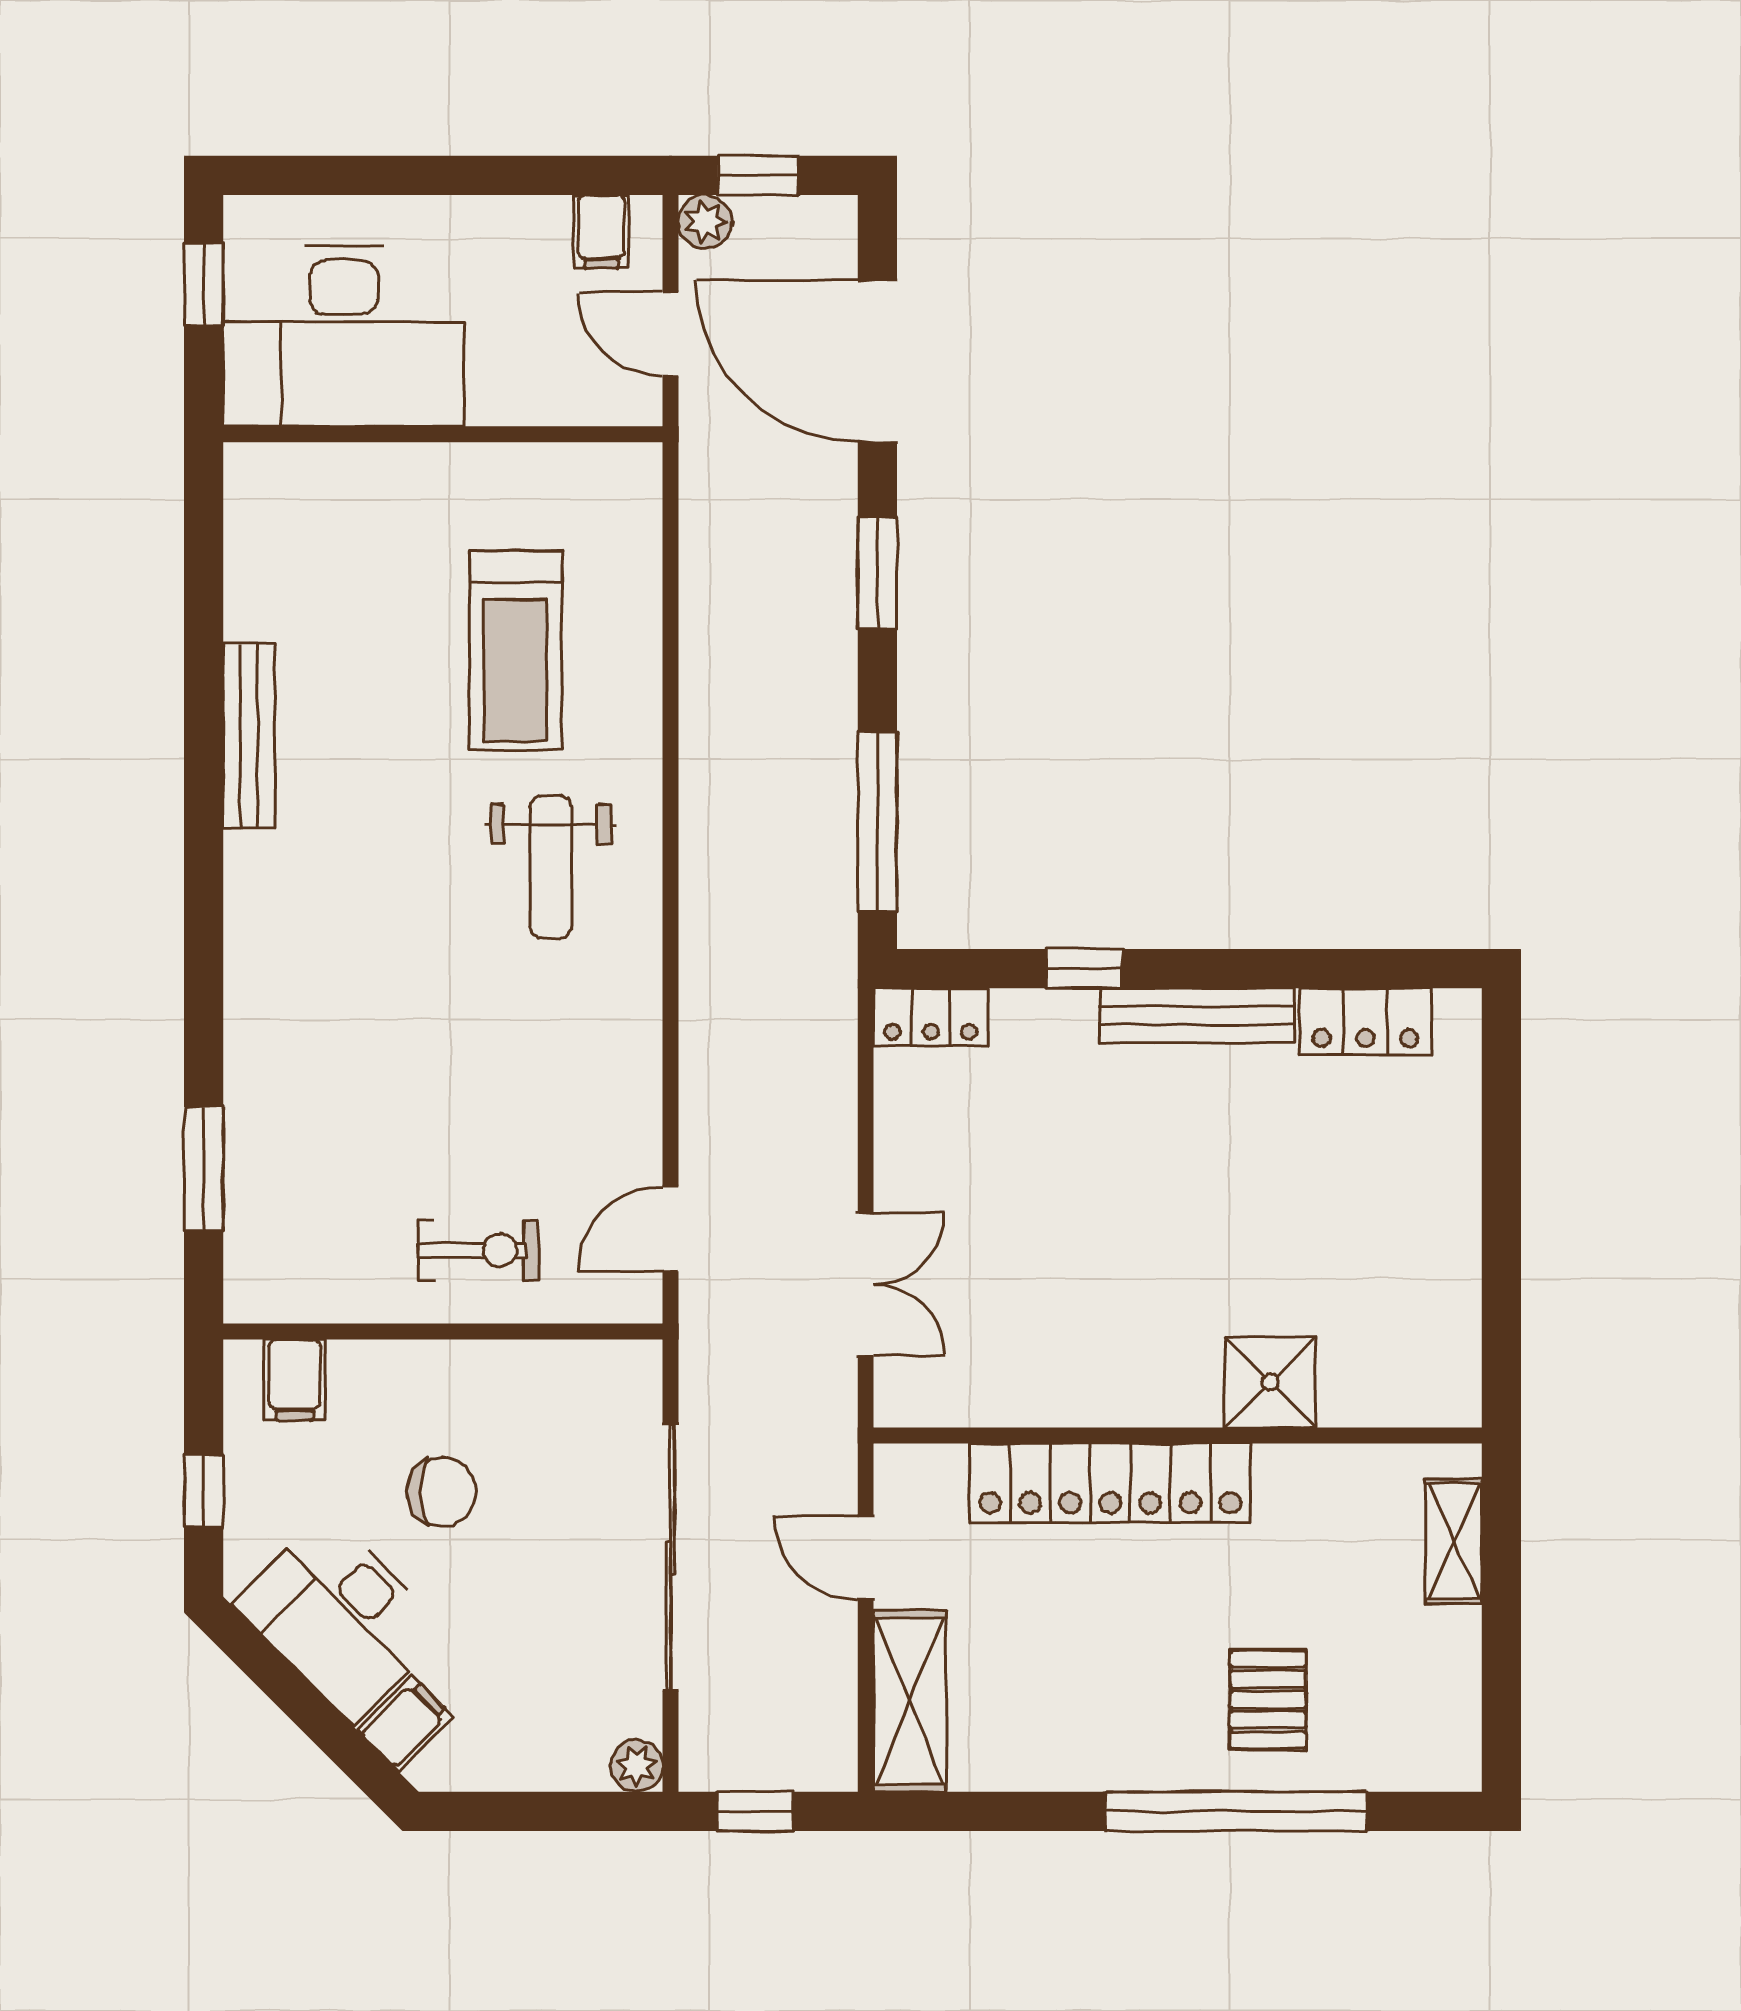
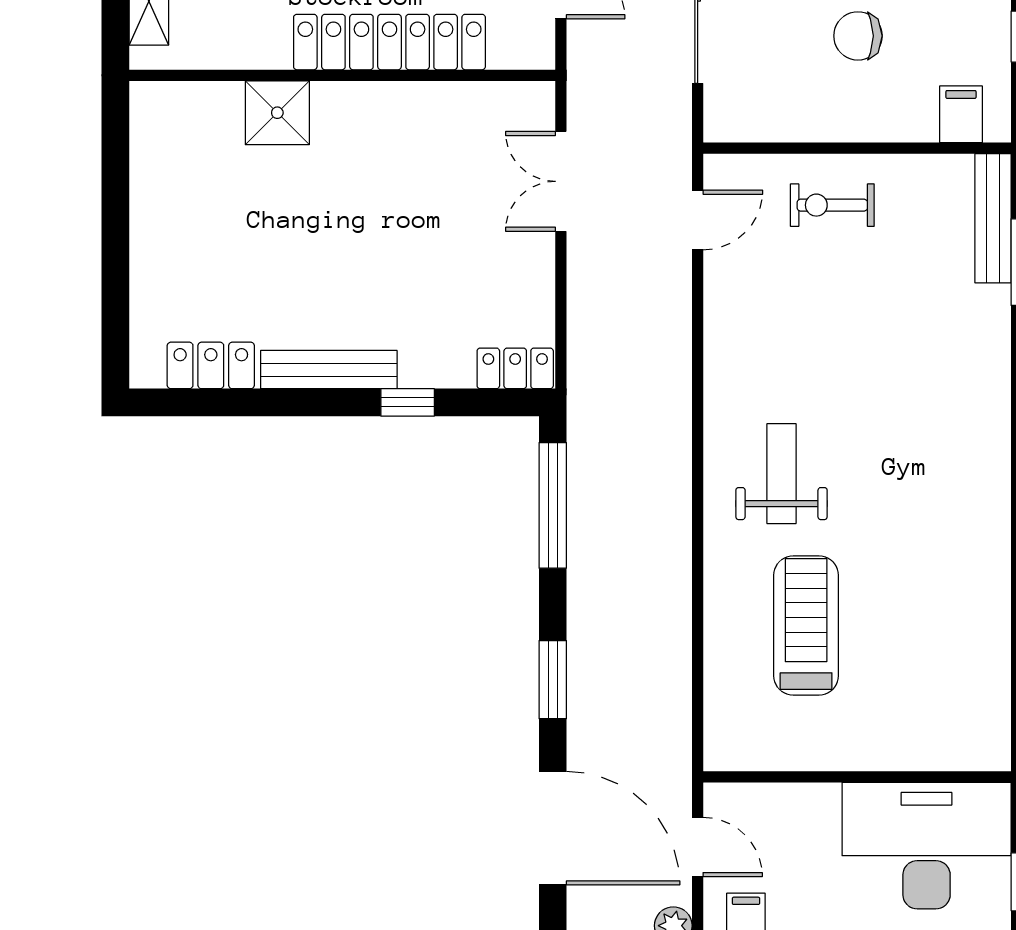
bench: (249, 736) -> (993, 218), moved

